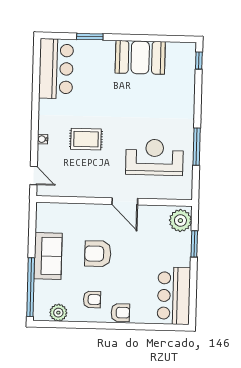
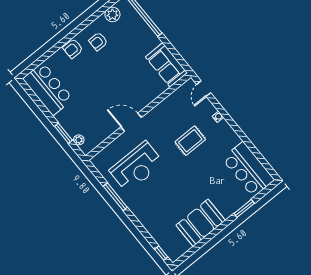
door: (34, 175) -> (204, 89), hinge flipped
plant: (180, 221) -> (79, 140), width x0.53, depth x0.53
armchair: (98, 254) -> (120, 74), removed
sofa: (48, 256) -> (166, 65), moved

